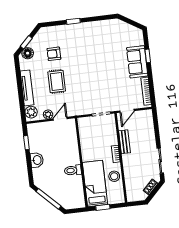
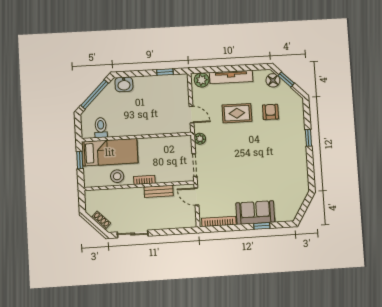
plant: (48, 114) -> (200, 139), moved
washbasin: (37, 160) -> (124, 84), moved
toilet: (73, 170) -> (101, 128), moved

